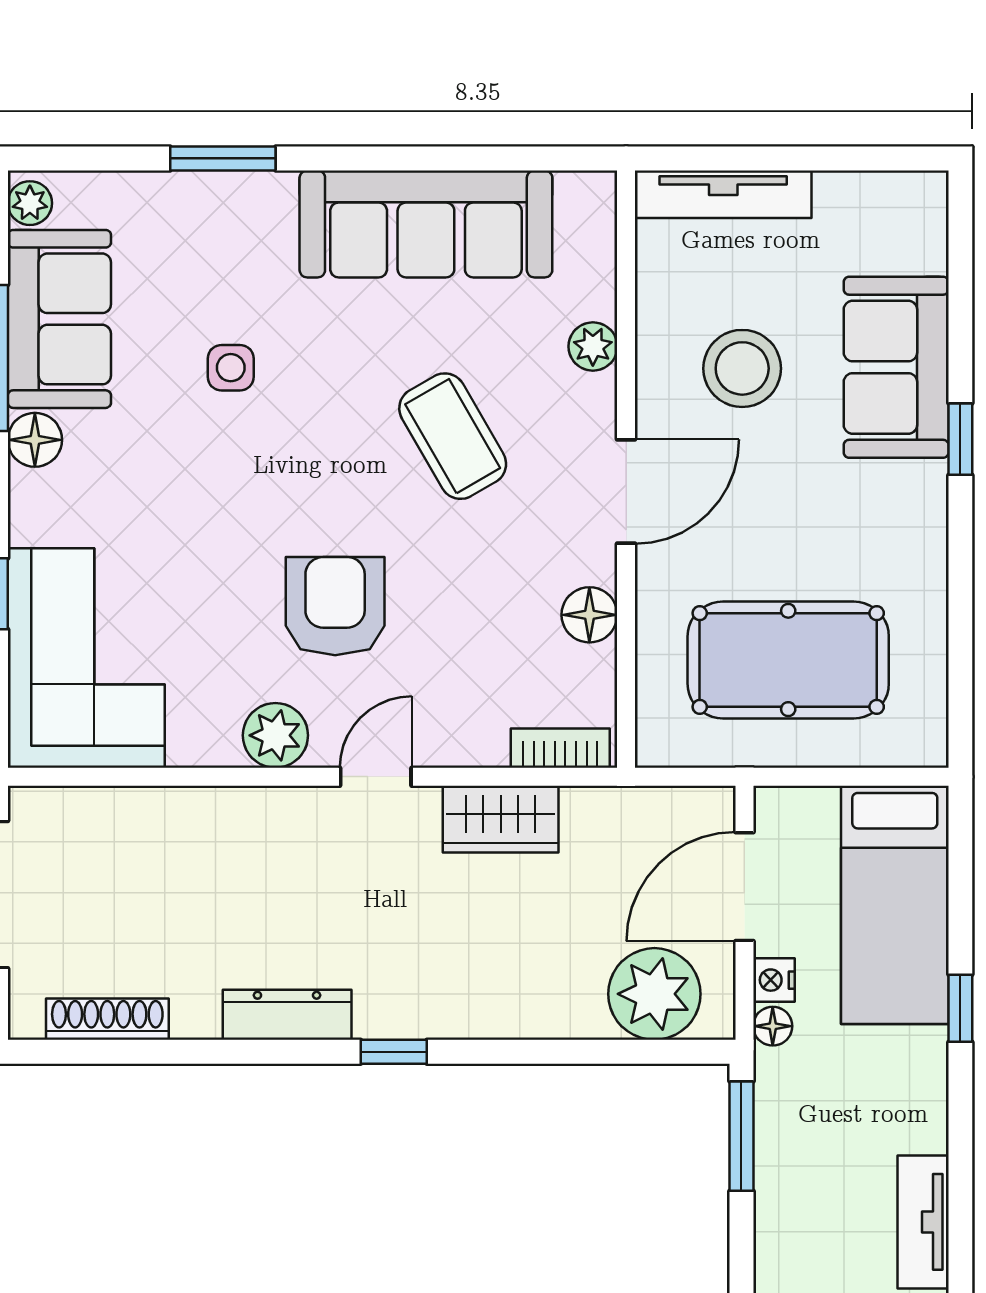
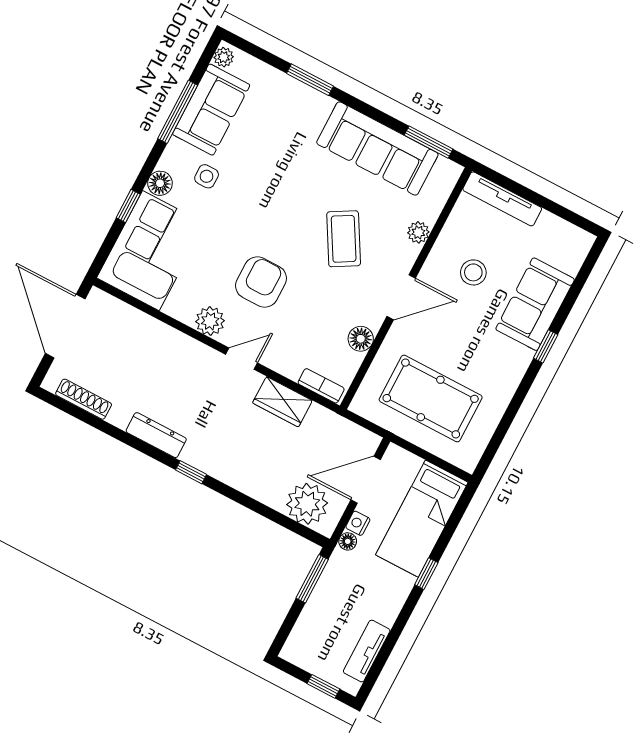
window: (520, 158) -> (429, 142), added
side table: (231, 368) -> (207, 176), moved
stool: (742, 368) -> (473, 272), width x0.73, depth x0.73
floor lamp: (35, 440) -> (160, 183), moved

